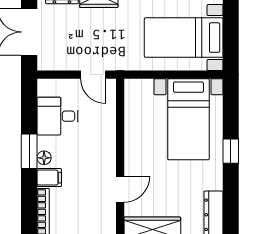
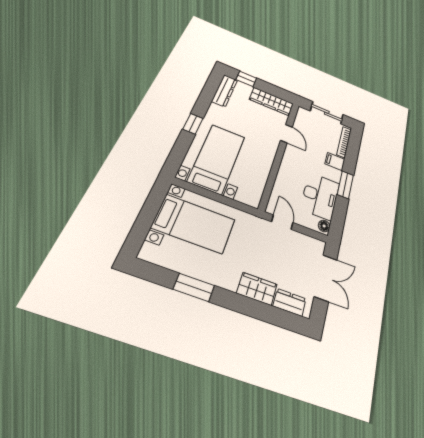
desk: (57, 116) -> (320, 196), width x1.37
floor lamp: (44, 158) -> (324, 226), moved
door: (120, 189) -> (286, 134), swing flipped

